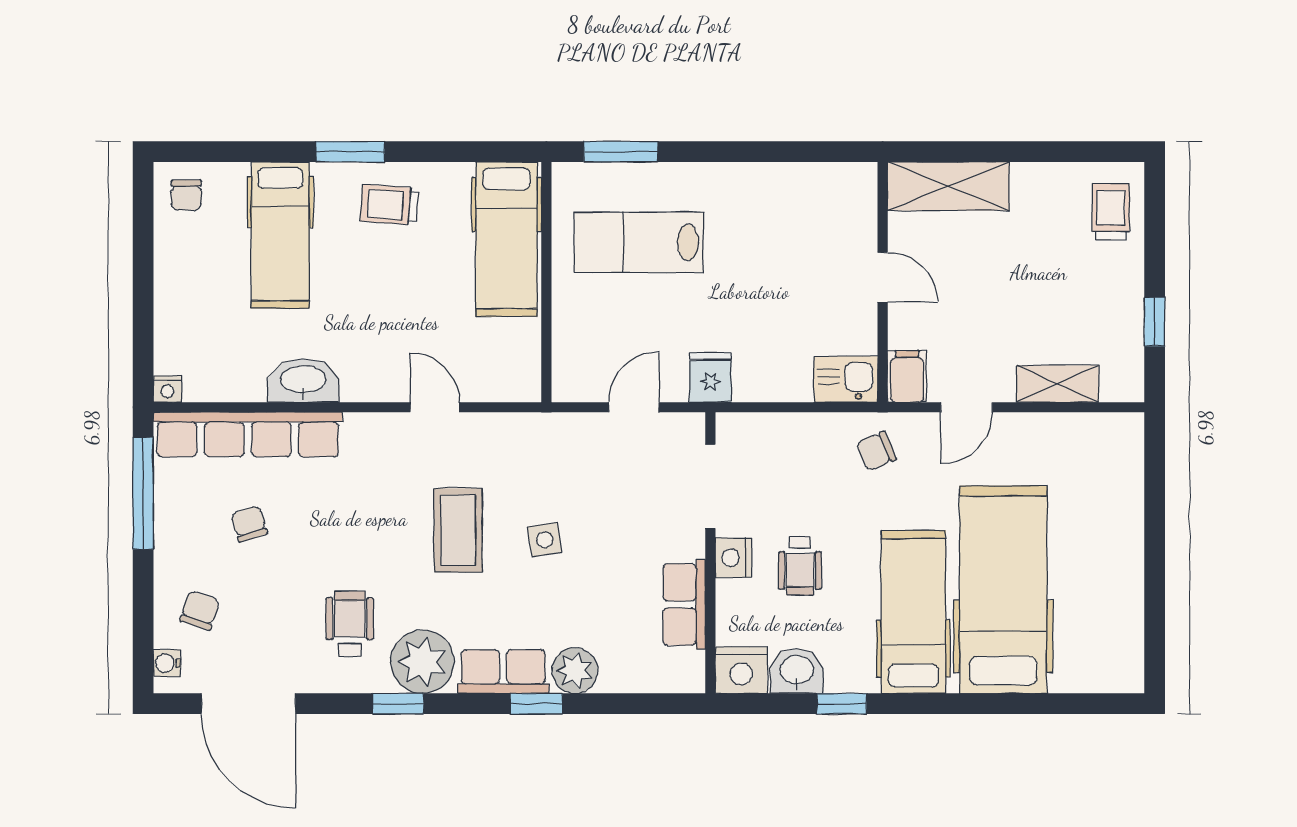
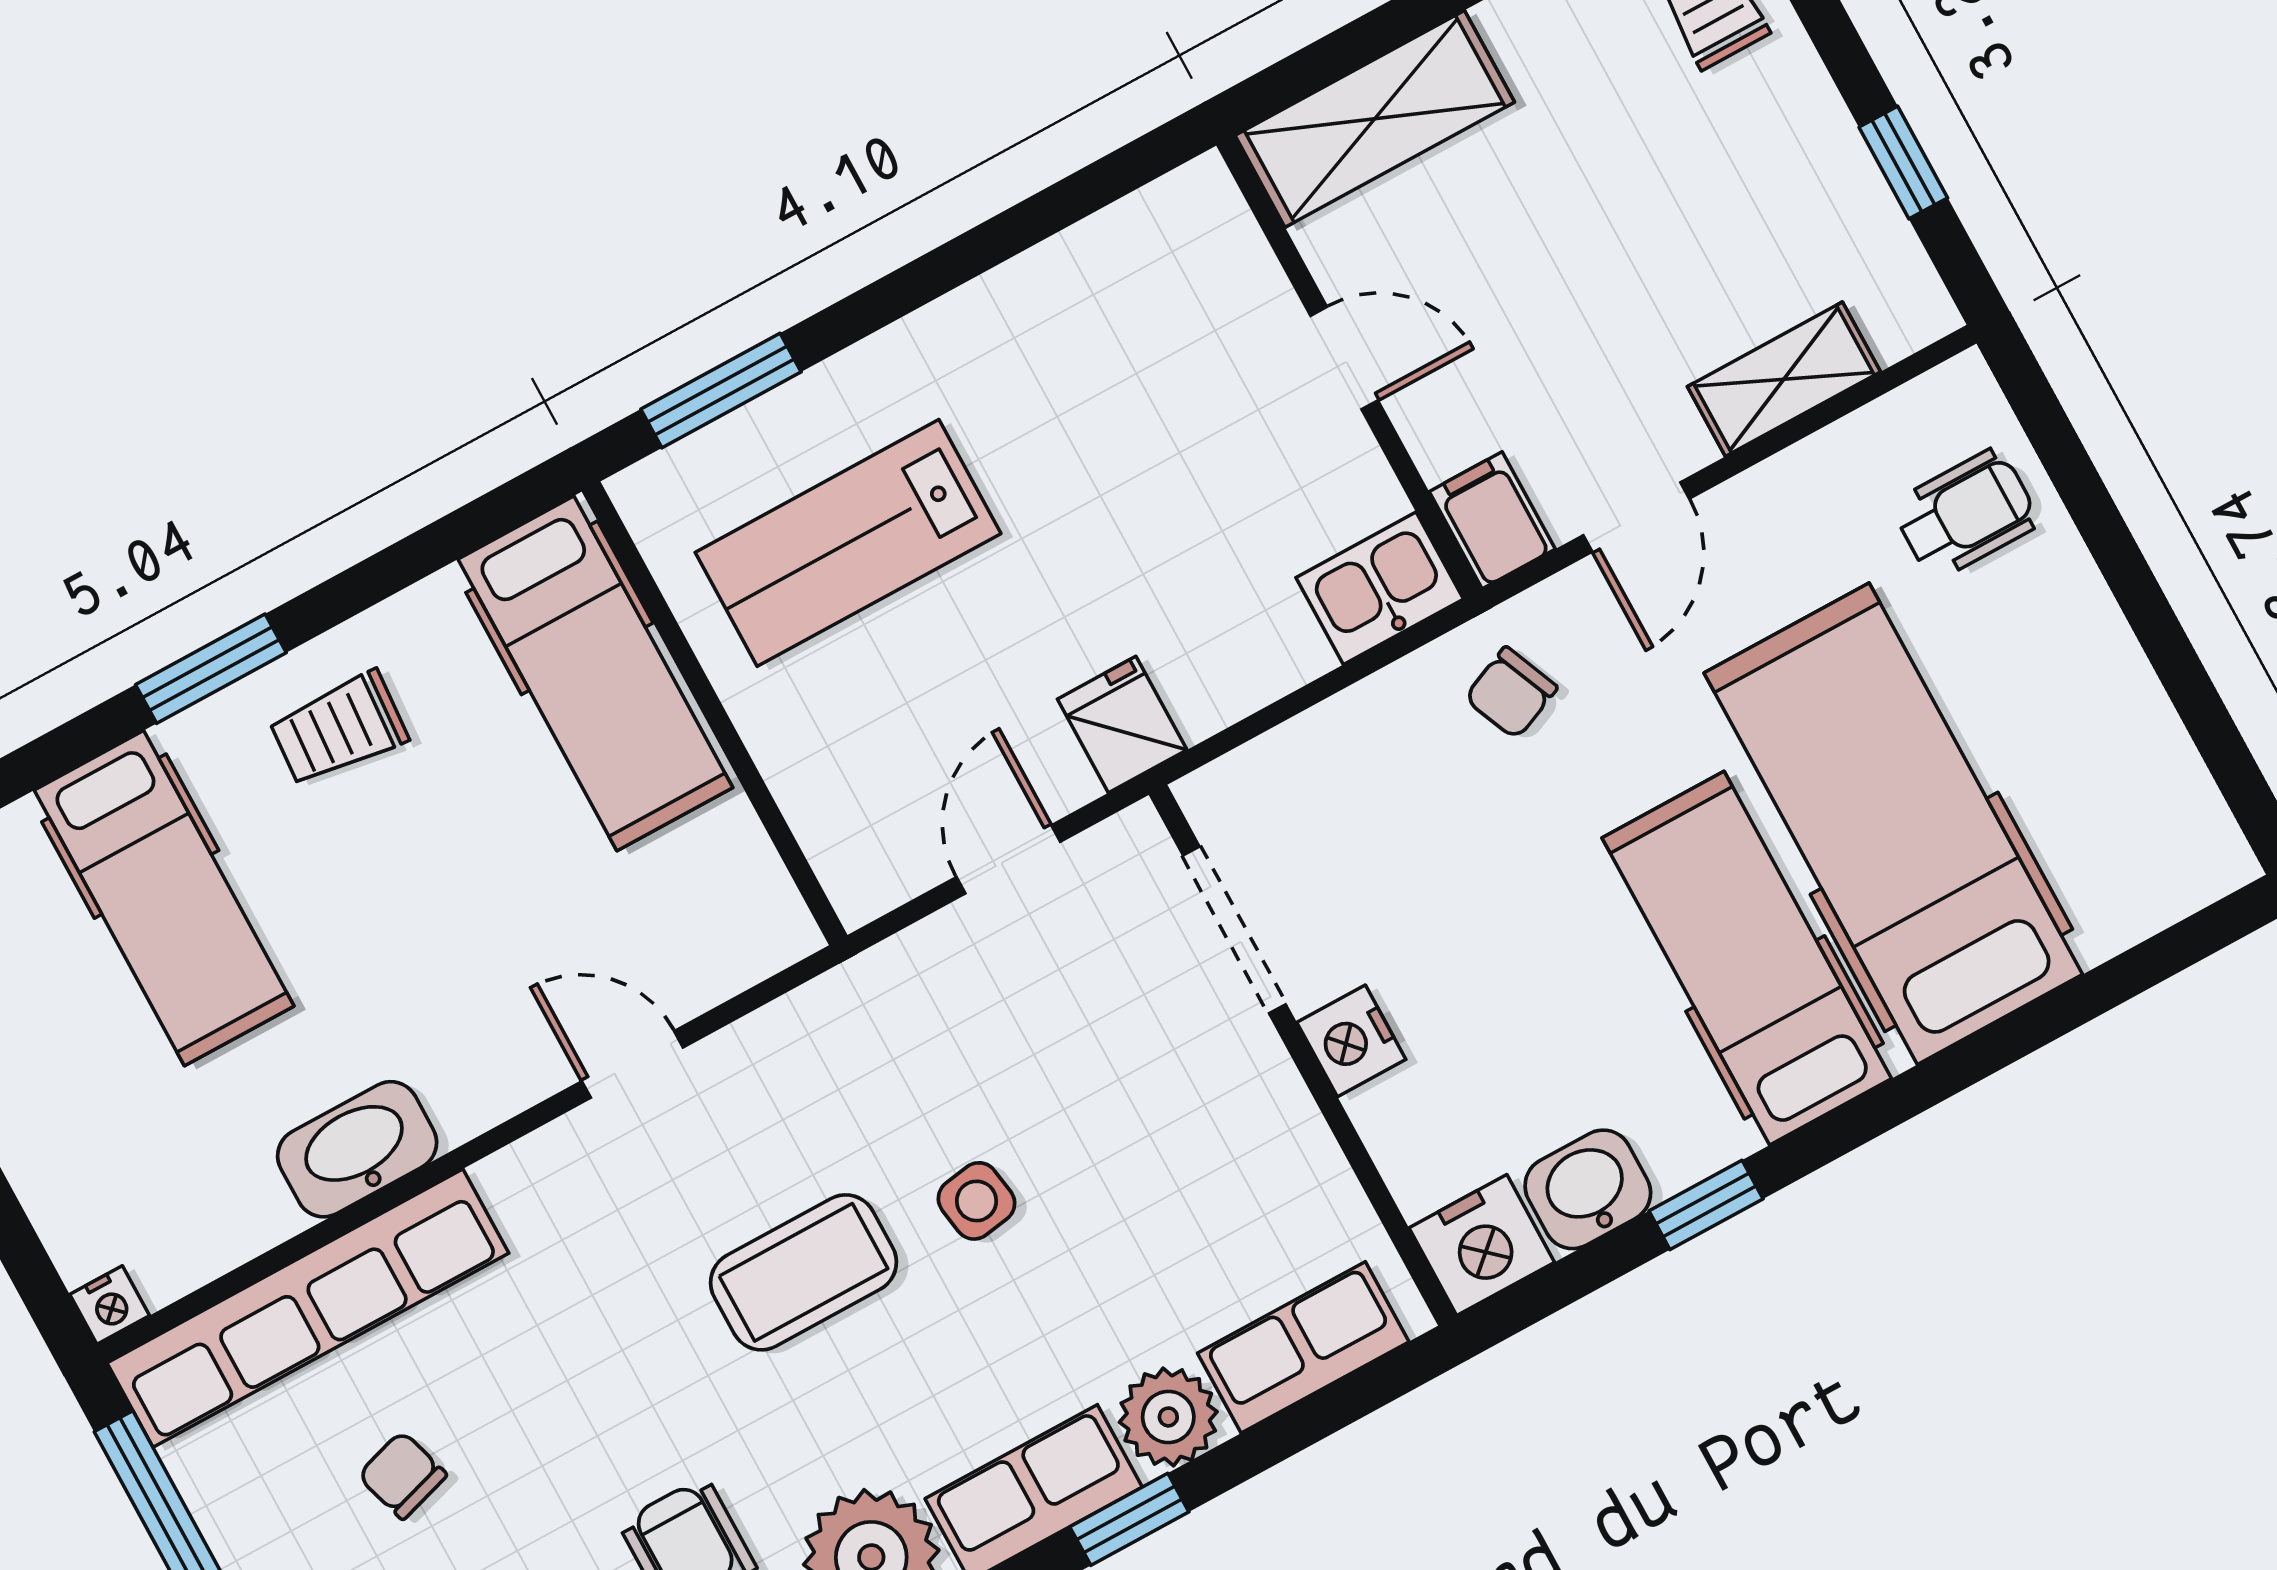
coffee table: (458, 530) -> (803, 1272), turned 90
wheelchair: (800, 566) -> (1966, 514), moved, turned -90
row of seats: (684, 604) -> (1303, 1347), moved, turned 90

